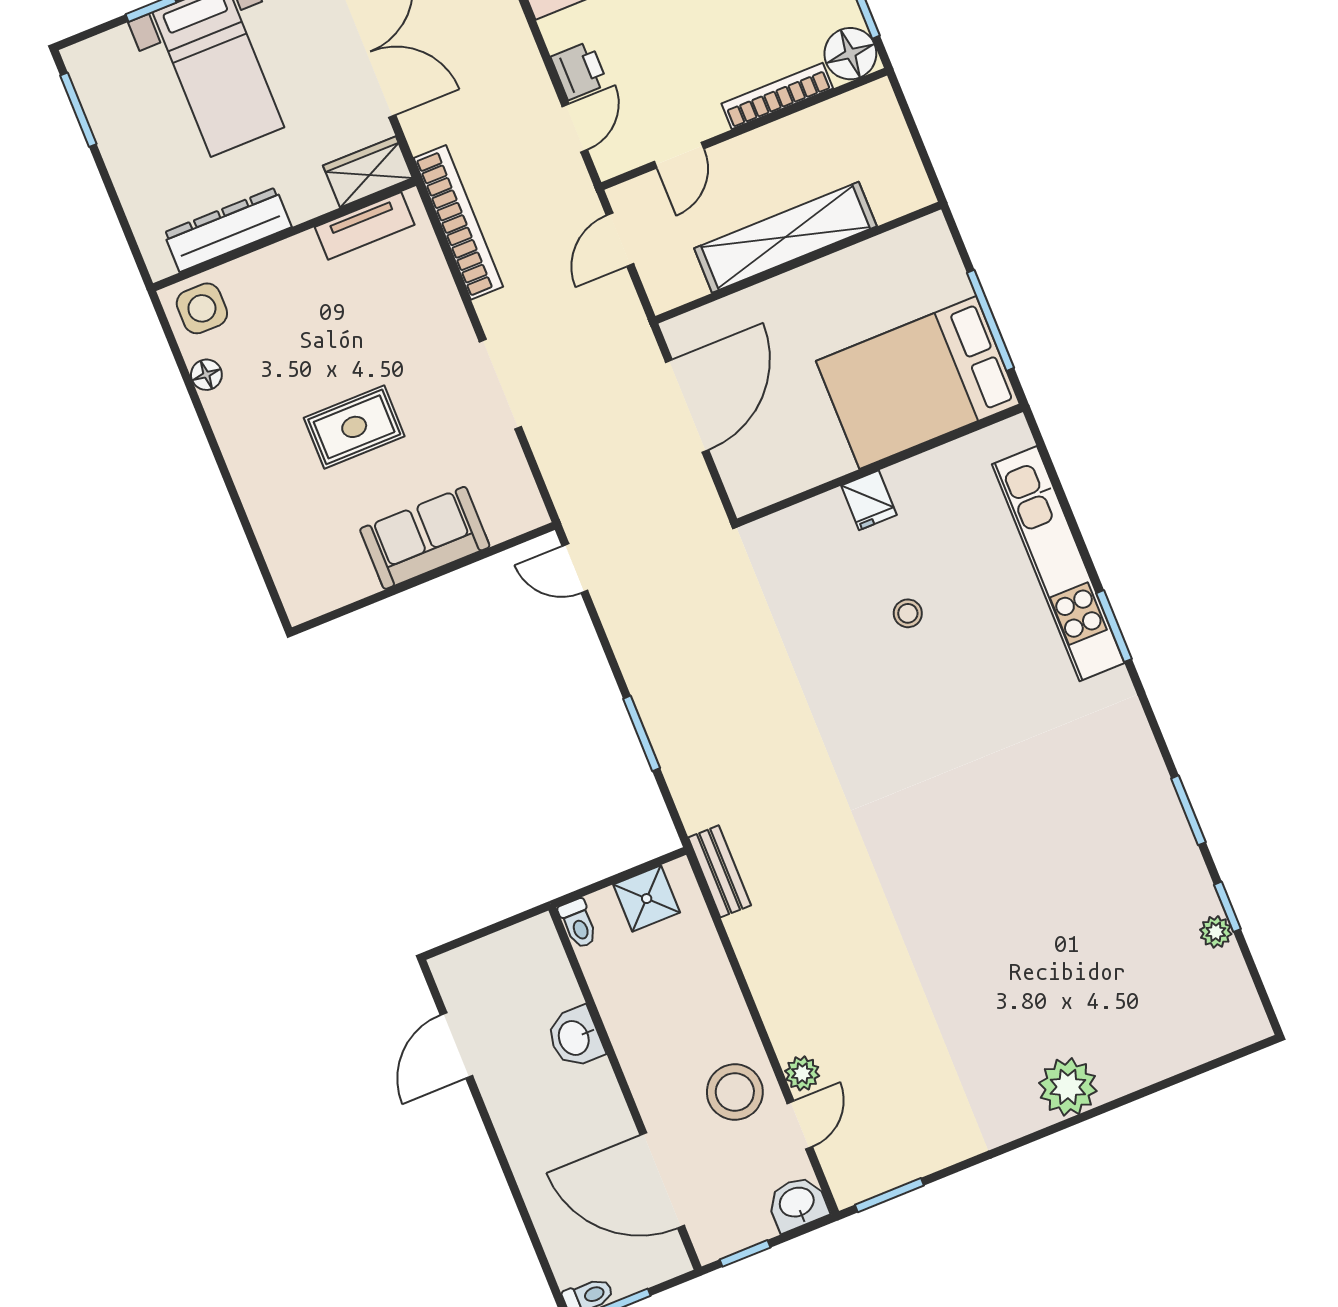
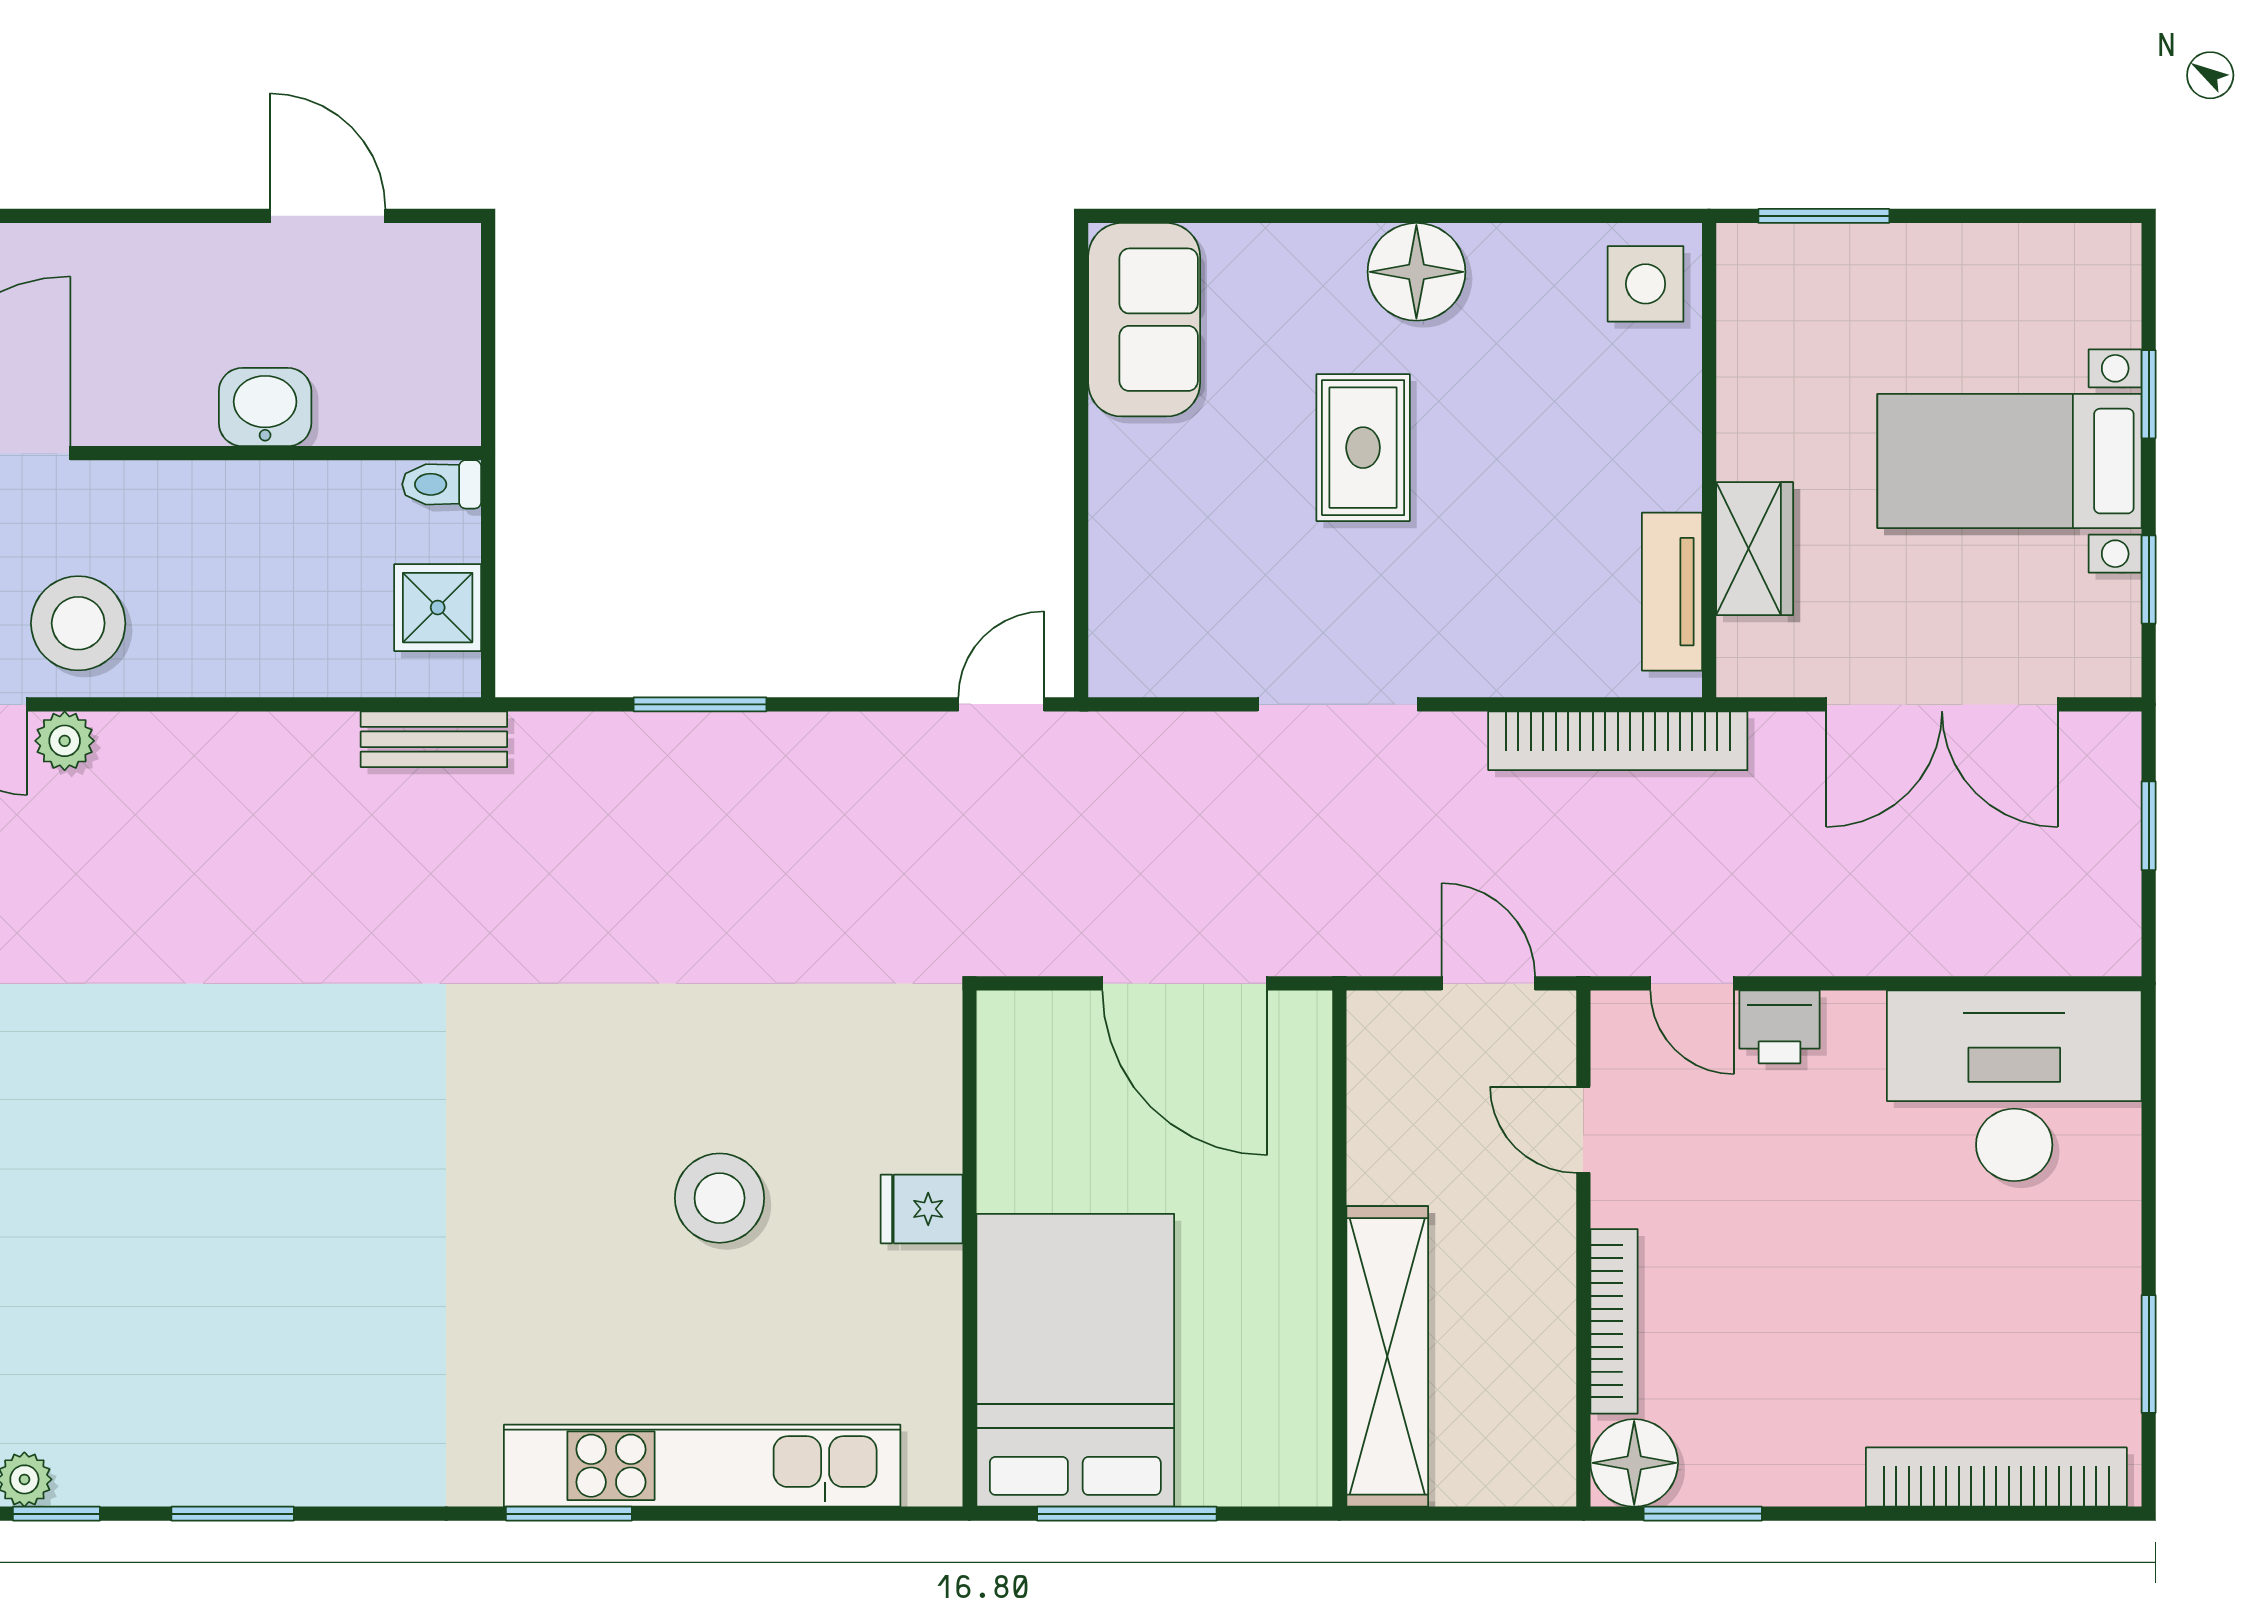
window: (78, 110) -> (1824, 216), moved
wardrobe: (368, 172) -> (1755, 549), moved
dresser: (228, 230) -> (1753, 374), removed
shelving: (785, 237) -> (1387, 1356), moved
floor lamp: (206, 375) -> (1416, 272), moved, width x1.89, depth x1.89
sofa: (425, 538) -> (1144, 320), moved
stool: (908, 613) -> (720, 1198), width x1.89, depth x1.89

